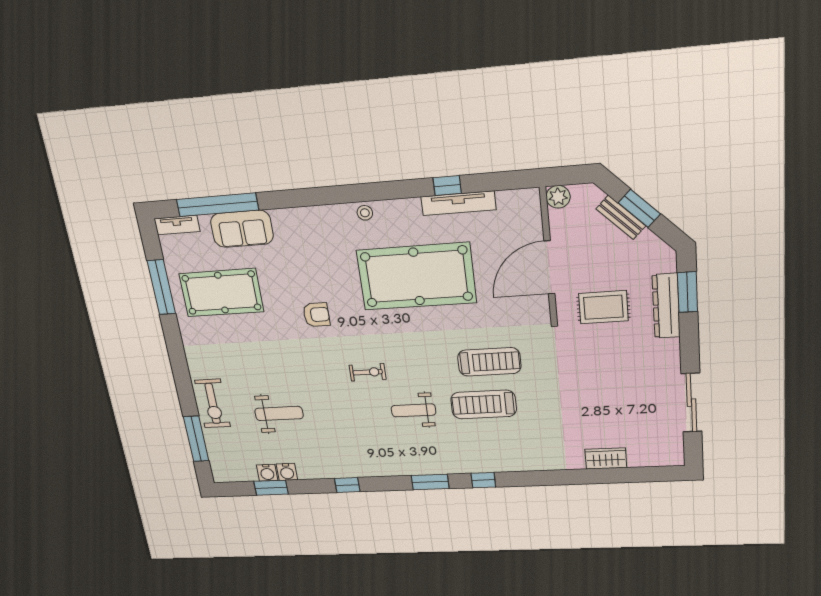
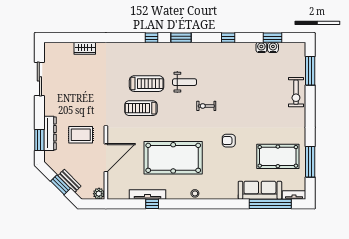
sofa: (242, 229) -> (260, 190), width x1.36
exercise bike: (213, 403) -> (296, 92), turned 180
weight bench: (279, 413) -> (259, 84), removed

